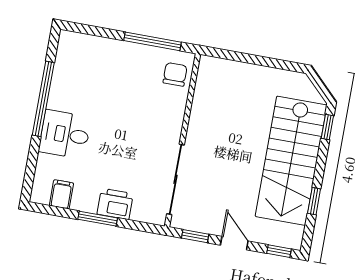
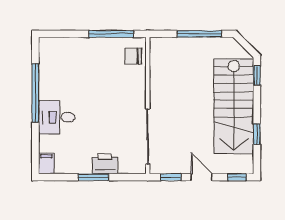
window: (264, 61) -> (199, 34), added
chair: (175, 74) -> (133, 56), turned -90
filing cabinet: (61, 194) -> (46, 164), moved

